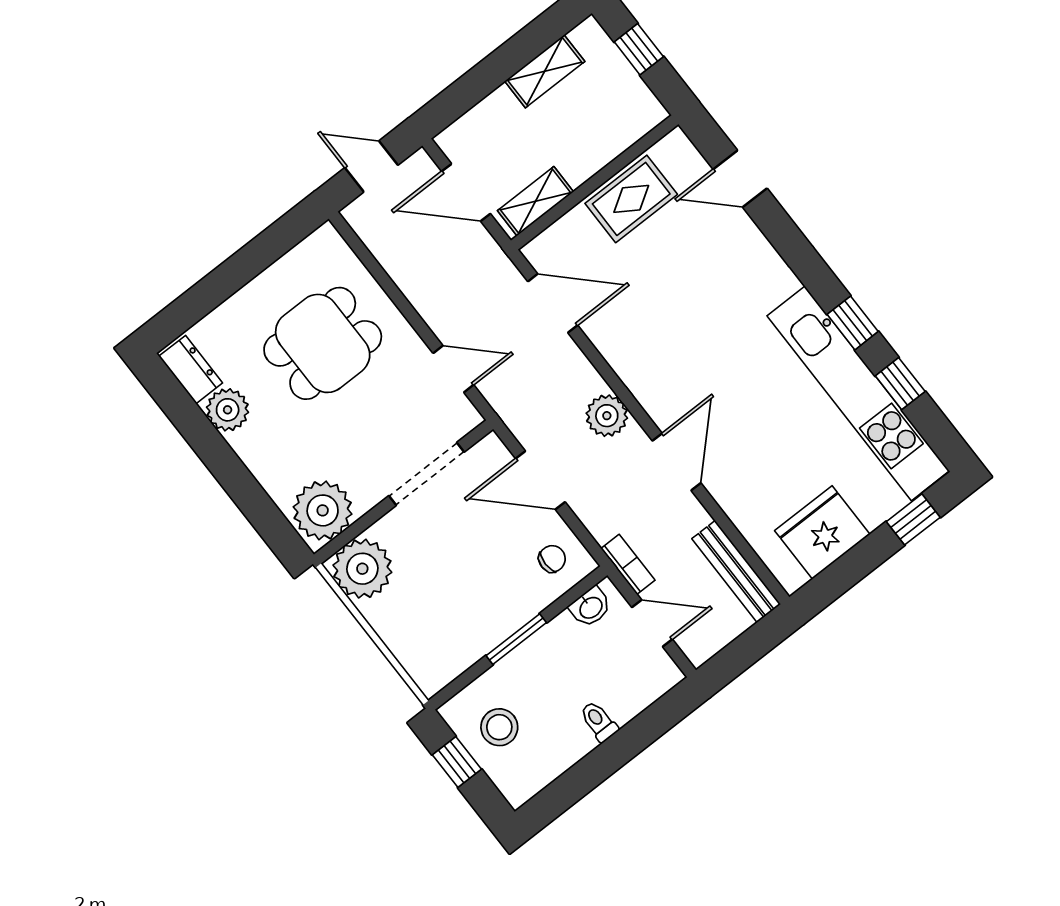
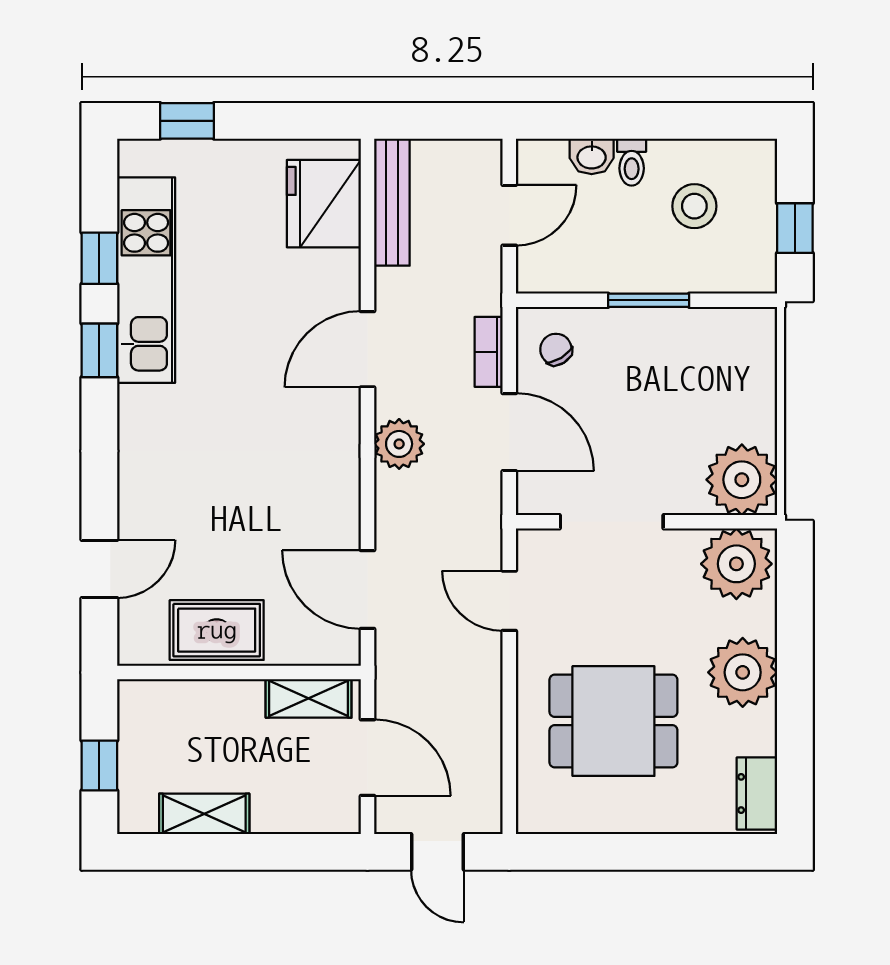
door: (740, 179) -> (99, 569), hinge flipped
kitchen unit: (858, 393) -> (146, 280), width x0.73
plant: (228, 410) -> (743, 672), moved, width x1.36, depth x1.36
fridge: (822, 532) -> (324, 204), moved, turned 90
chair: (552, 559) -> (556, 349), turned 58
bookcase: (628, 564) -> (489, 352), moved
washbasin: (590, 607) -> (592, 156), moved, turned 180
door: (652, 623) -> (509, 215), swing flipped
stool: (499, 727) -> (694, 206), moved

